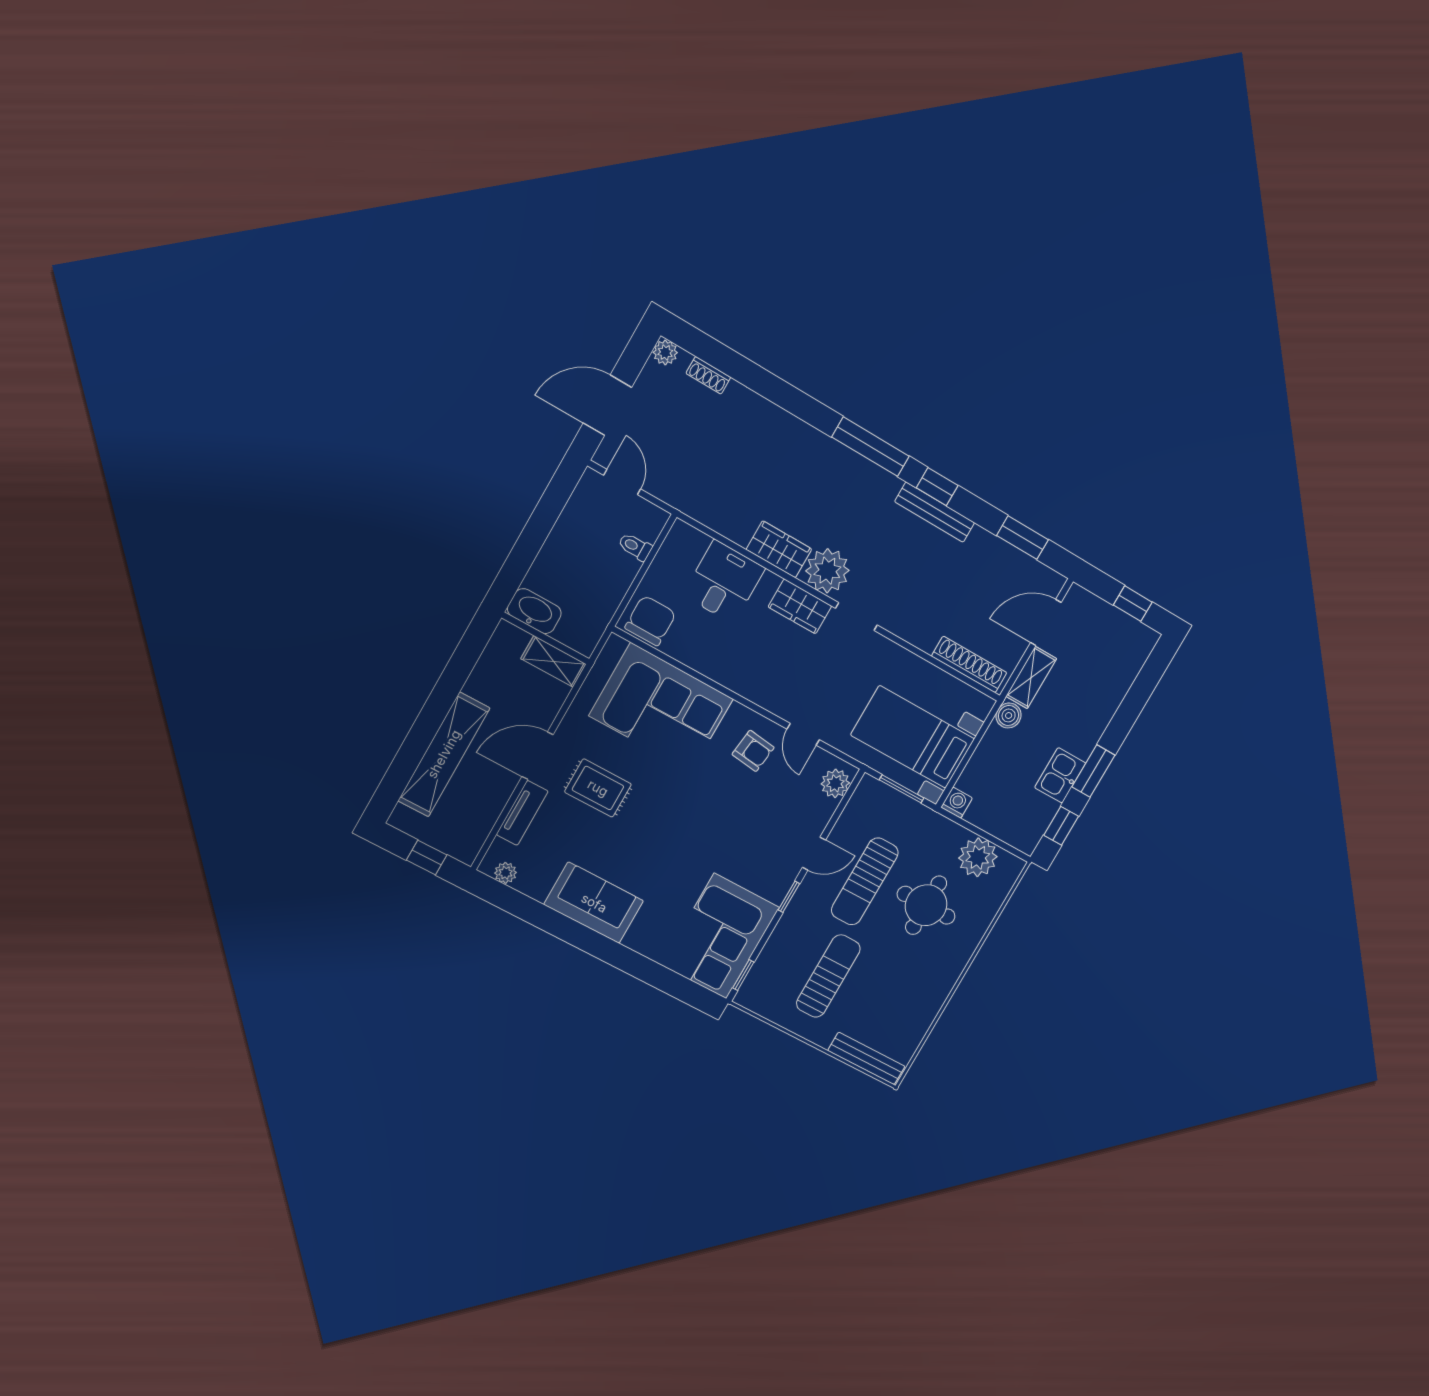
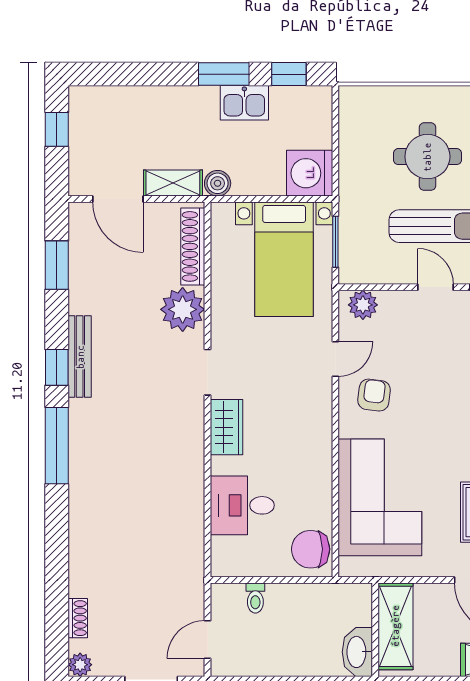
wardrobe: (779, 549) -> (188, 474), removed
plant: (827, 571) -> (183, 309), moved
shelving: (554, 661) -> (395, 626), width x1.50, depth x1.33
washing machine: (957, 803) -> (310, 173), width x1.89, depth x1.89
plant: (978, 857) -> (359, 135), removed

